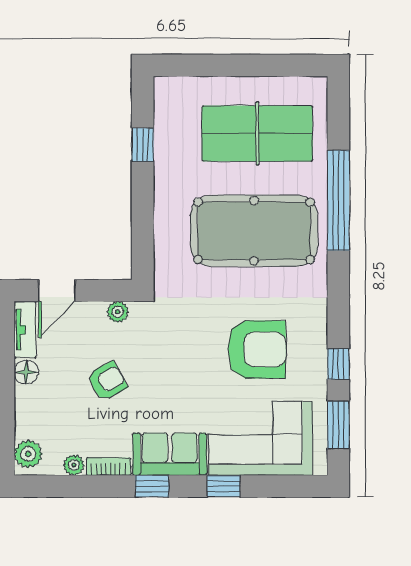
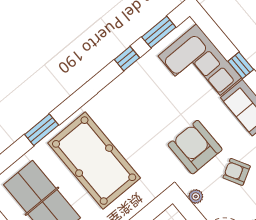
window: (338, 200) -> (42, 130), width x0.47
armchair: (257, 349) -> (195, 147), moved

